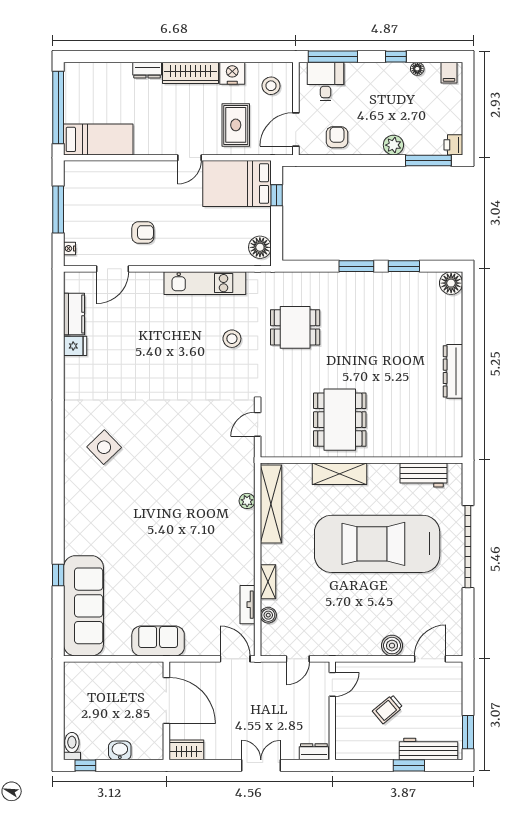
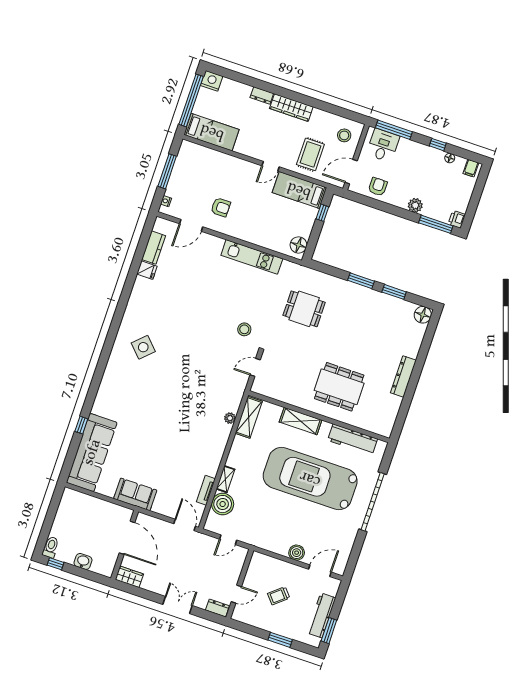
nightstand: (232, 73) -> (212, 81), moved
bed: (237, 184) -> (299, 190), width x0.67
stool: (232, 339) -> (244, 329), moved
dining table: (340, 420) -> (339, 387), moved, turned 90
workbench: (424, 475) -> (352, 440), width x1.38
shelving: (271, 504) -> (249, 417), width x0.68
boiler: (268, 615) -> (223, 504), width x1.86, depth x1.86
door: (332, 684) -> (236, 594), moved
workbench: (428, 749) -> (321, 615), moved, turned -90

